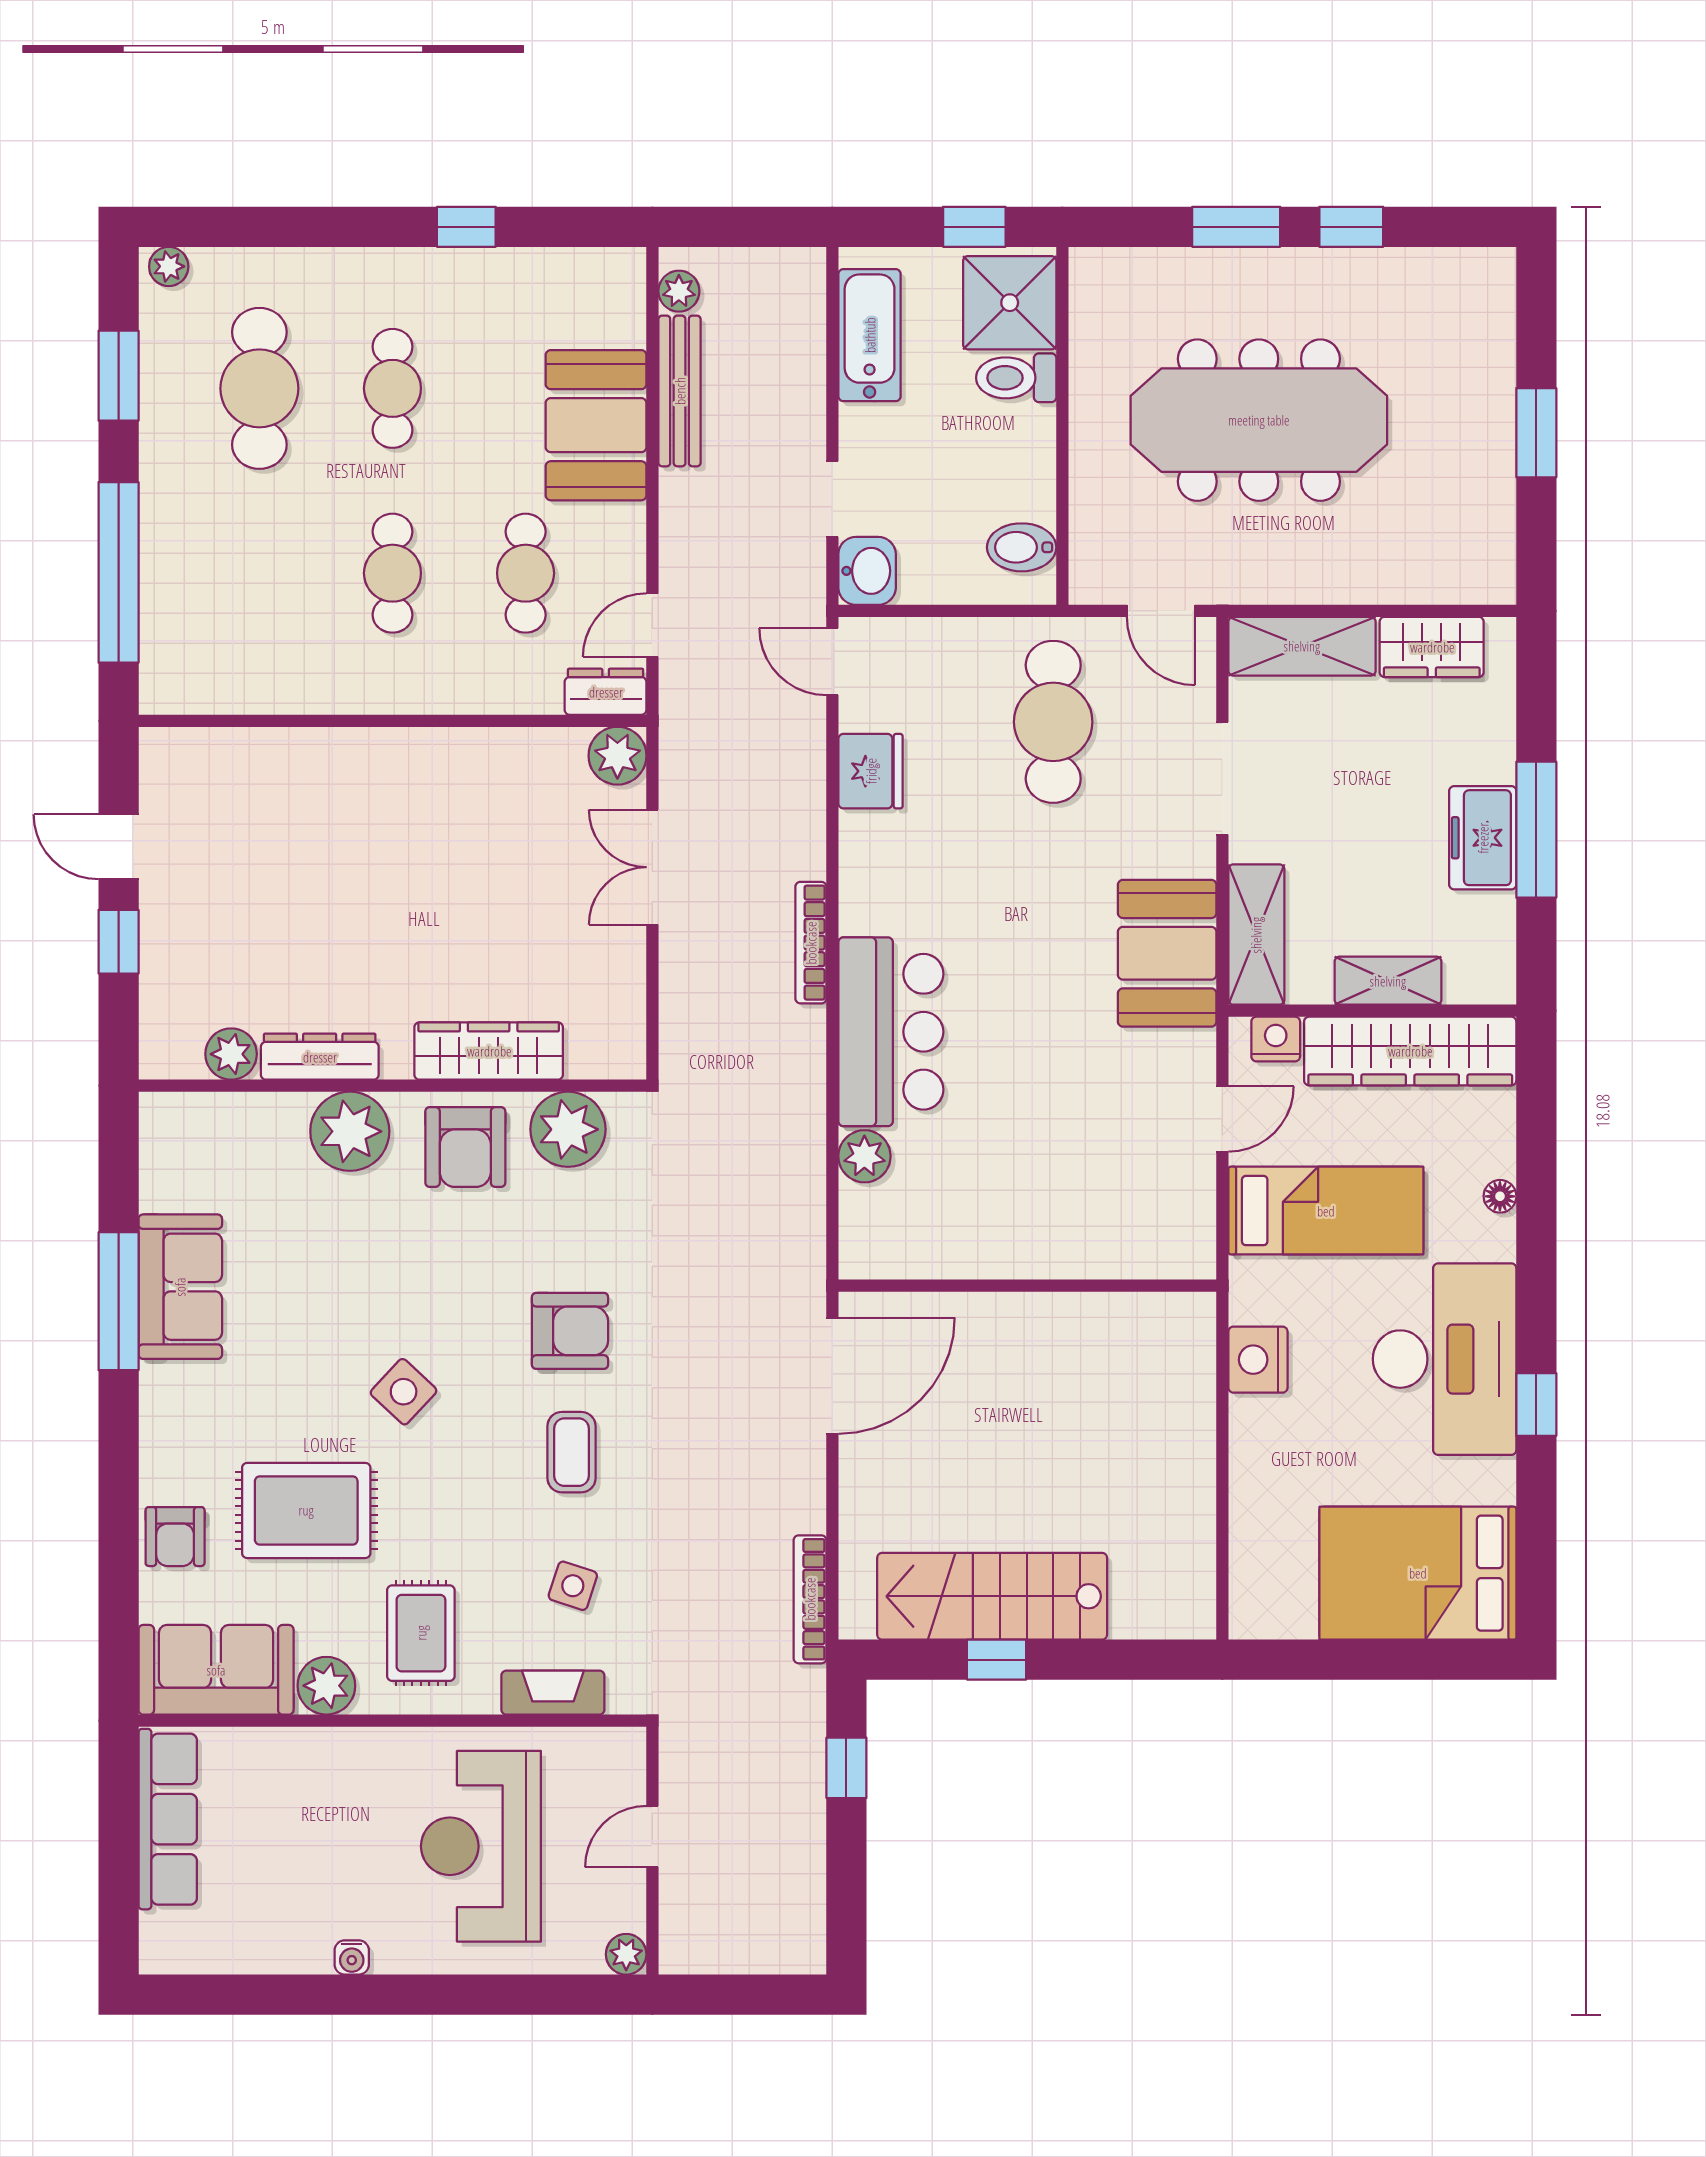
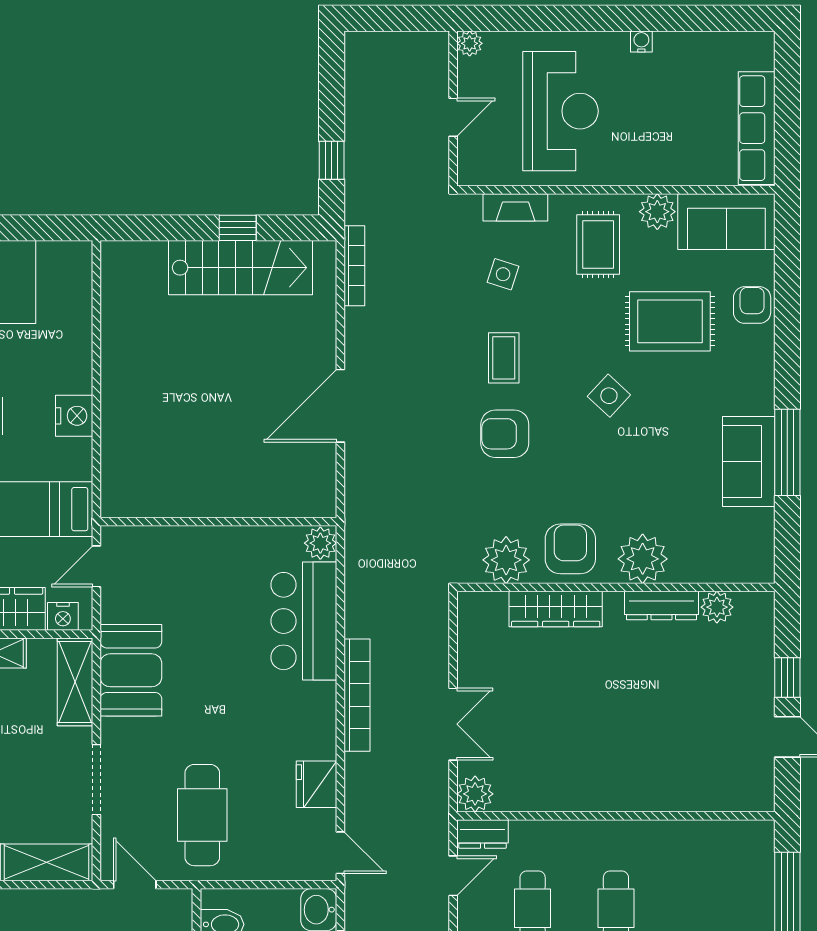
bookcase: (811, 943) -> (357, 695), width x1.48, depth x1.31
wall: (1027, 1286) -> (218, 522), moved

